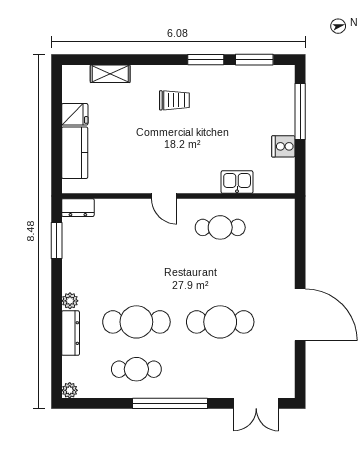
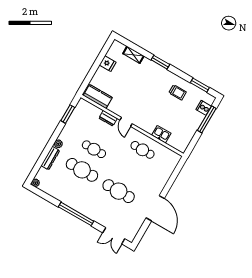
window: (206, 60) -> (160, 62), moved
trolley: (174, 100) -> (178, 92), moved
cooker: (283, 146) -> (204, 108), moved
kitchen counter: (75, 153) -> (98, 96), moved, turned -90
dresser: (78, 208) -> (108, 118), moved
cafe table: (136, 369) -> (94, 149), moved

